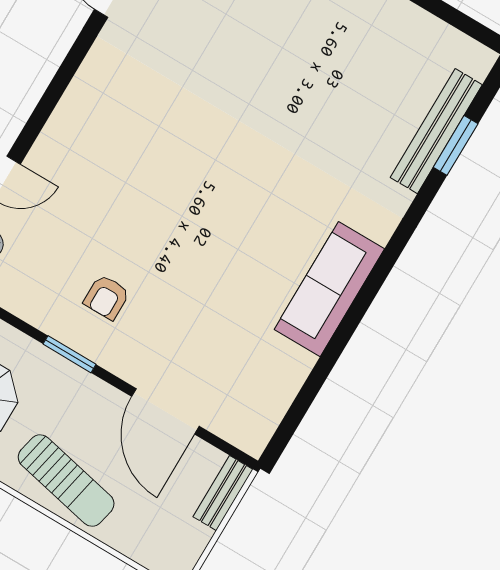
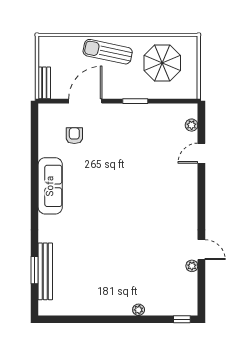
armchair: (107, 297) -> (74, 136), moved
door: (165, 411) -> (85, 101), hinge flipped

